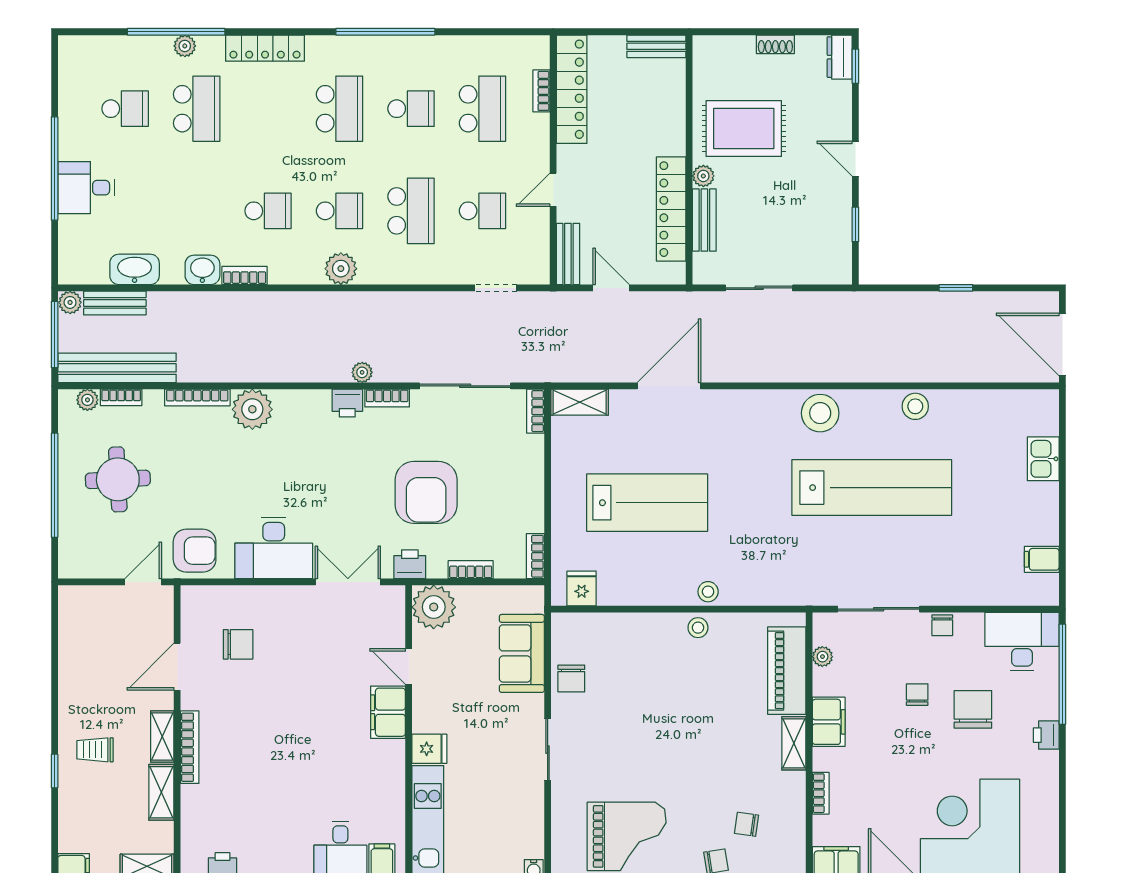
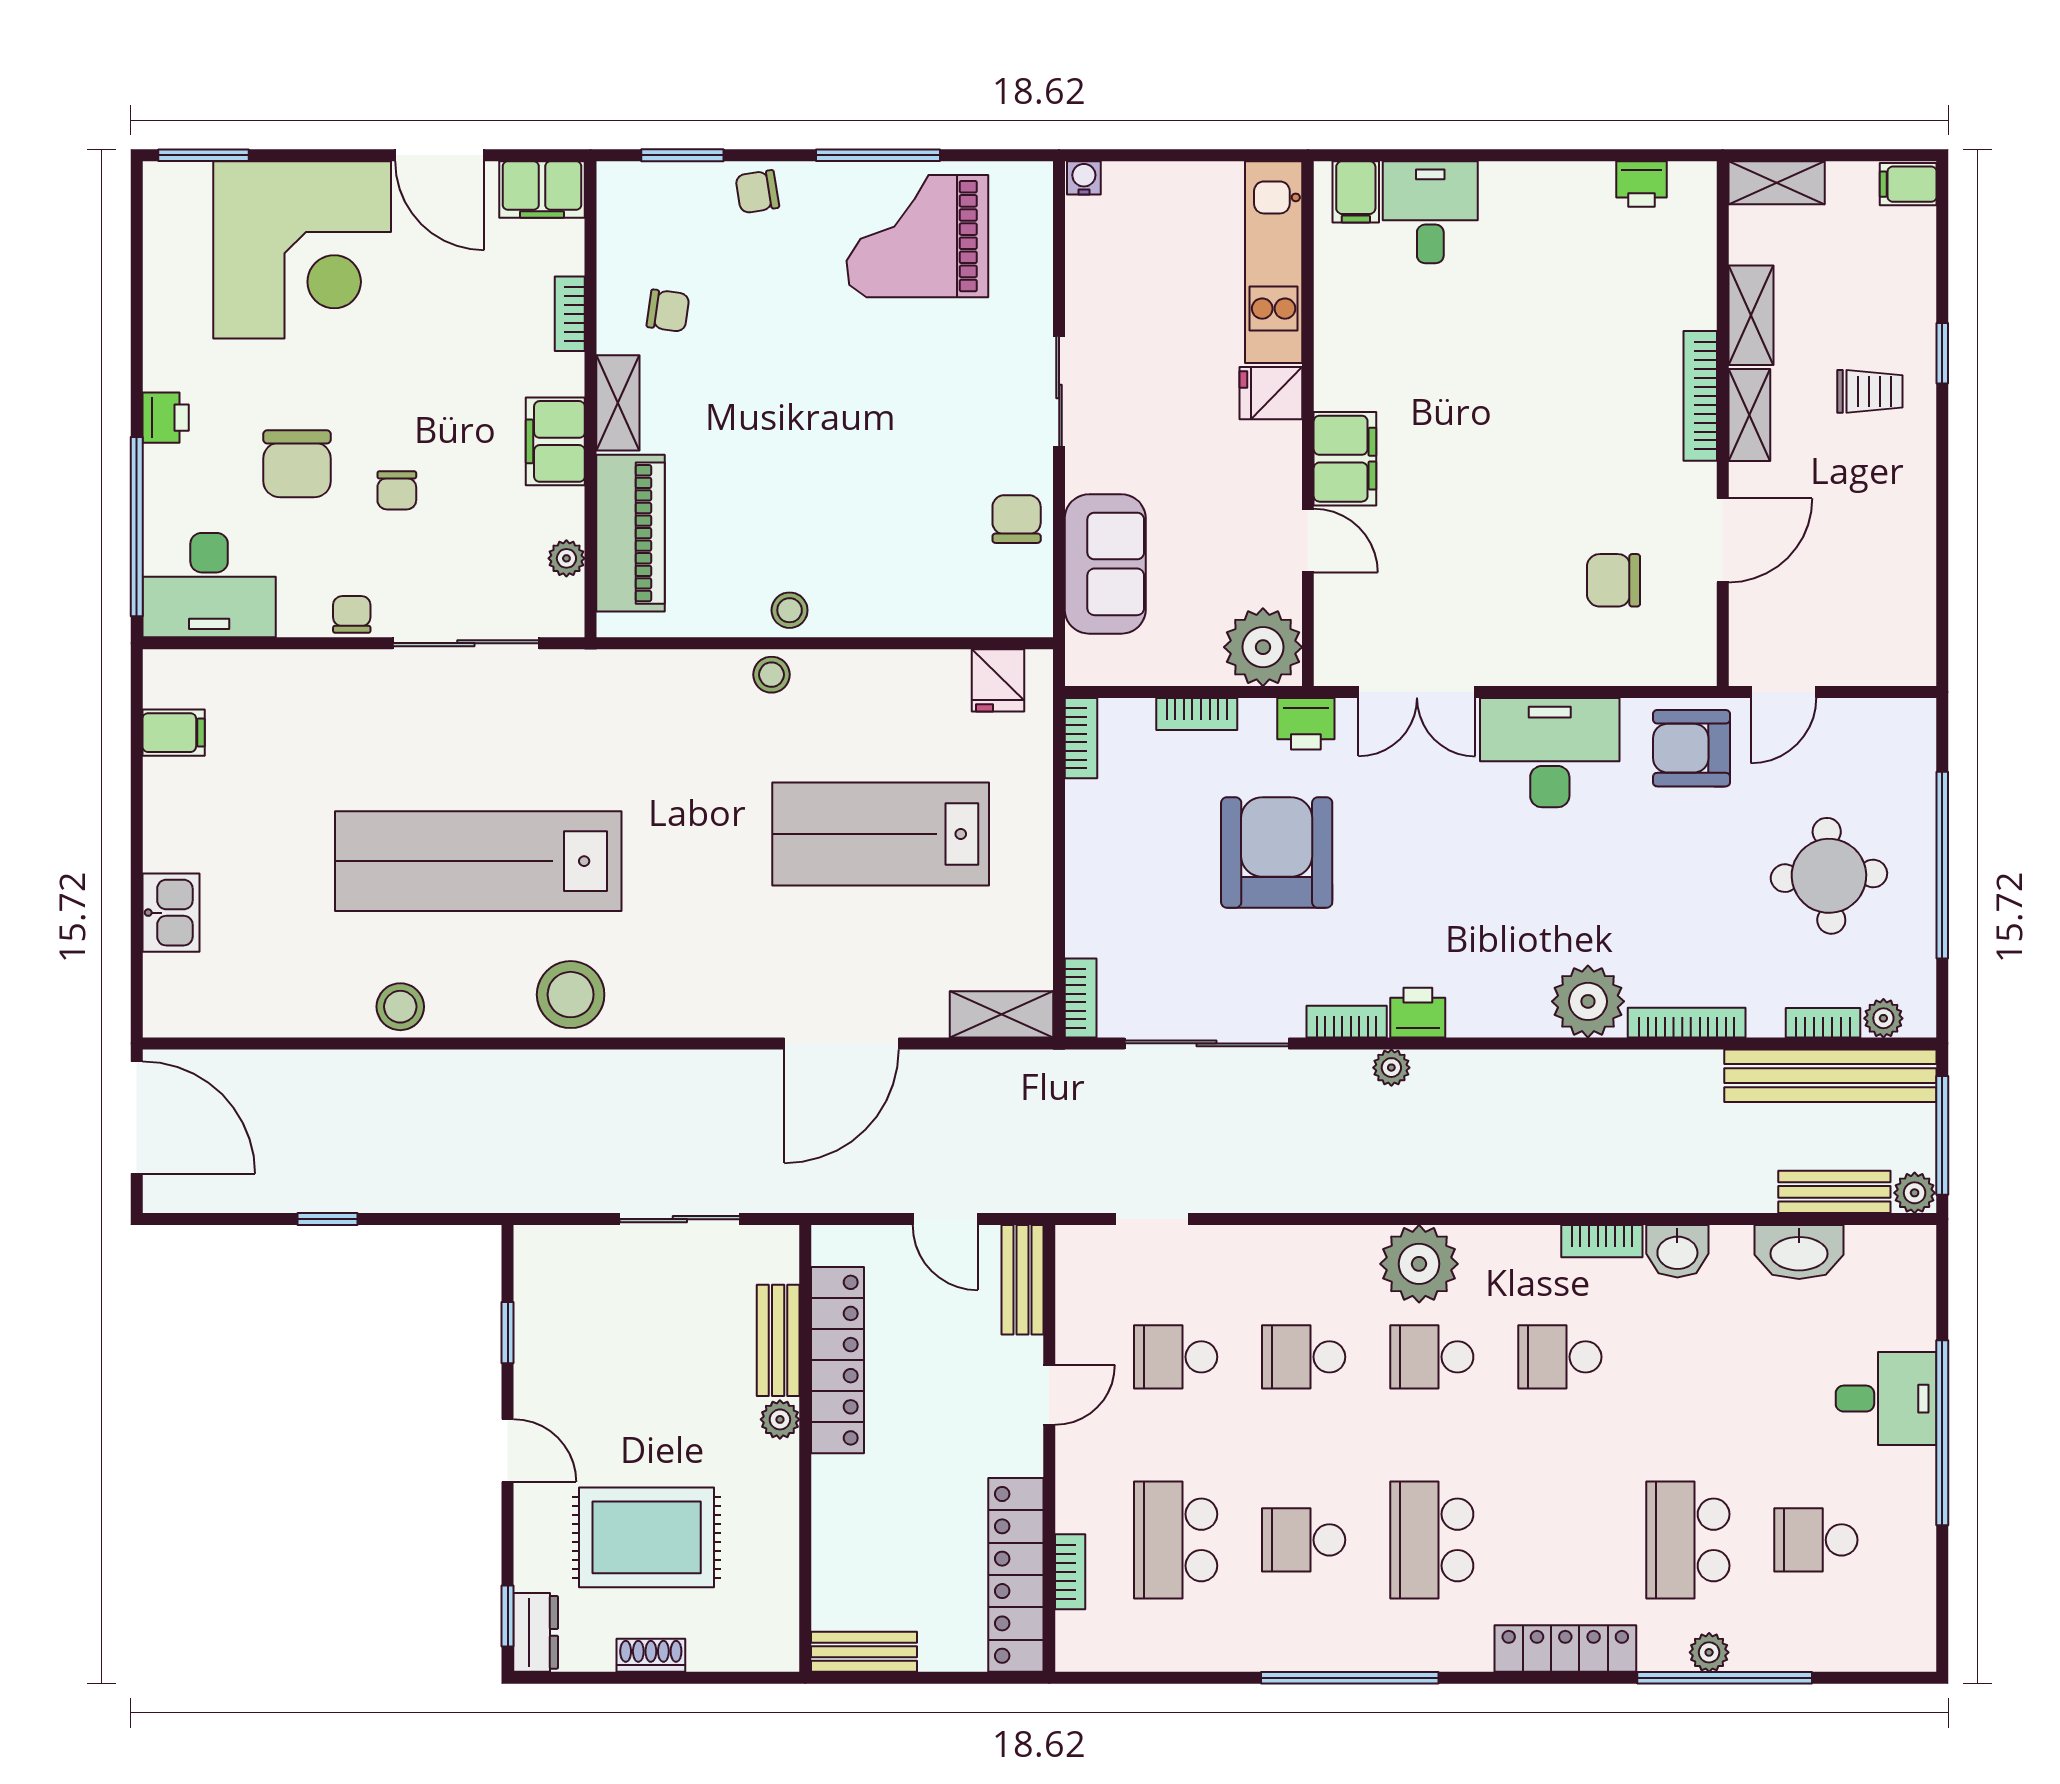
rug: (744, 128) -> (647, 1537), moved
school desk: (411, 211) -> (1304, 1357), width x0.54
plant: (341, 269) -> (1419, 1264), width x1.36, depth x1.36
chair: (747, 824) -> (668, 311), moved

